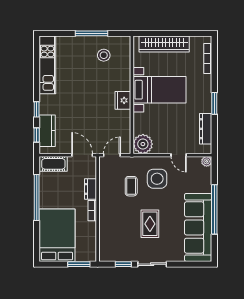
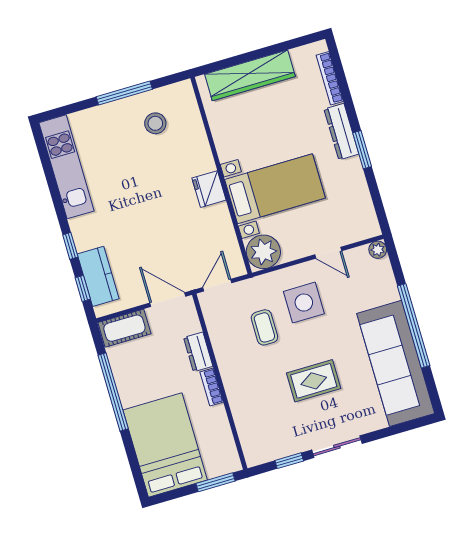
bed with nightstands: (159, 90) -> (275, 189), moved
dresser: (206, 129) -> (341, 132), moved
rug: (150, 224) -> (314, 381), turned 90

